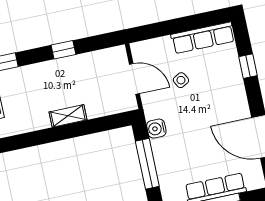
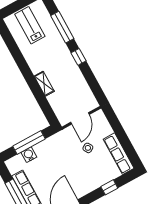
window: (63, 50) -> (79, 57), moved
water cooler: (156, 129) -> (29, 155), moved

